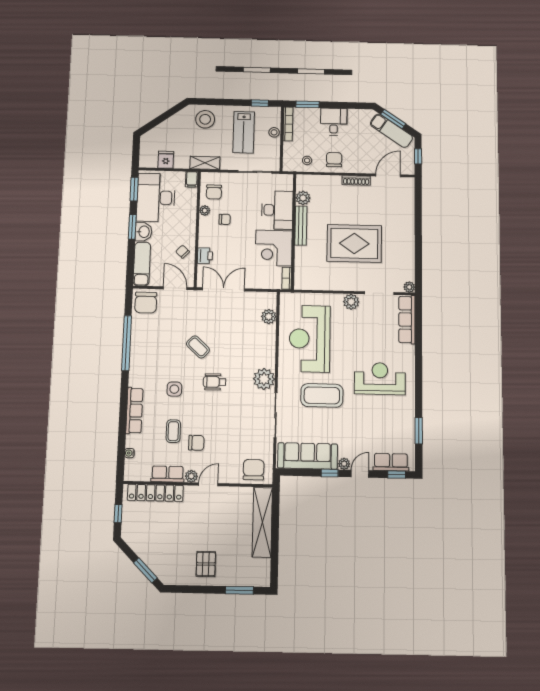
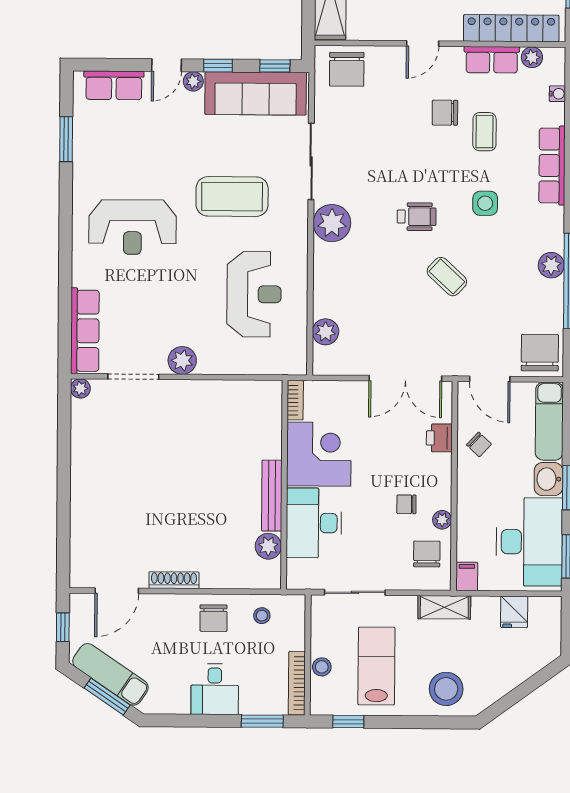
rug: (354, 243) -> (177, 465), removed
reception desk: (310, 339) -> (254, 294), width x0.74, depth x0.77
plant: (137, 352) -> (551, 265), added
window: (397, 475) -> (275, 66), moved
plant: (191, 476) -> (532, 57), moved

